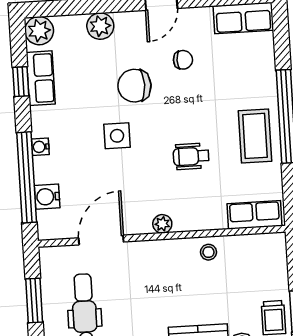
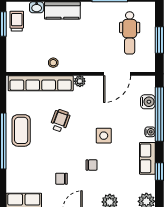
row of seats: (41, 78) -> (147, 158), moved
chair: (134, 86) -> (91, 165), width x0.54, depth x0.54
wheelchair: (191, 156) -> (60, 121), turned -70
row of seats: (255, 215) -> (41, 83), width x2.02

